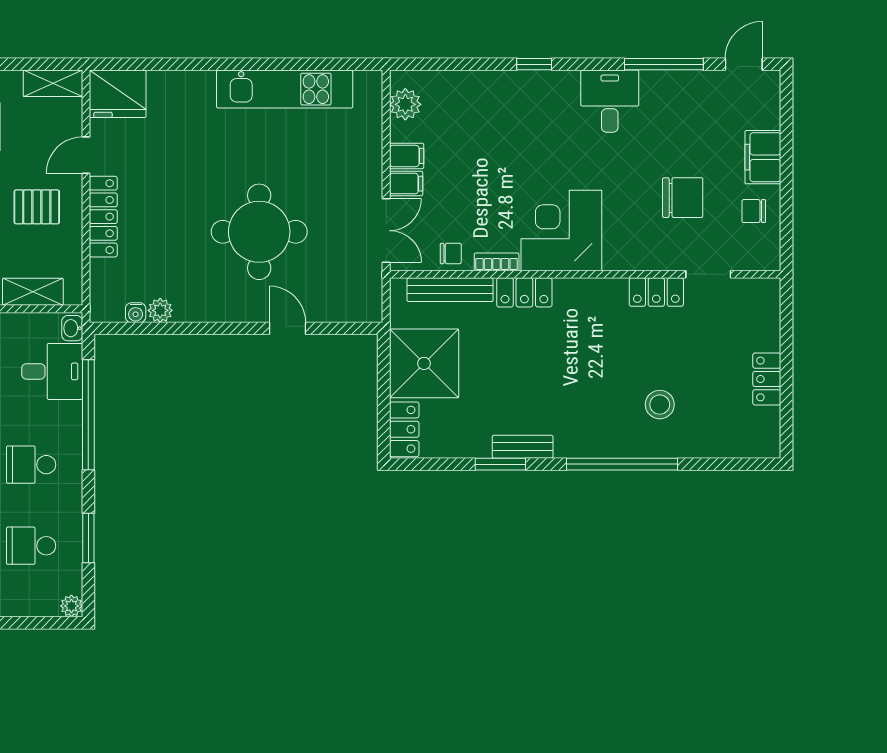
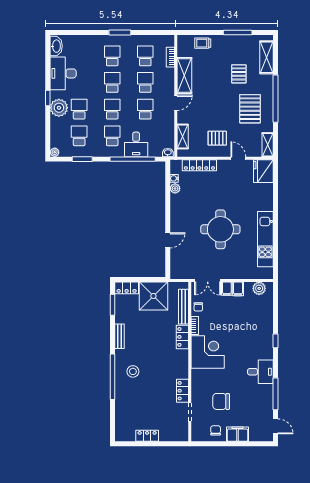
chair: (683, 198) -> (221, 401), turned 90
pallet: (37, 207) -> (217, 138), turned 90
locker: (103, 217) -> (199, 165), moved
round table: (259, 232) -> (220, 229), moved
desk: (52, 371) -> (136, 144), moved
stool: (660, 405) -> (133, 371), moved
window: (500, 464) -> (112, 305), moved

